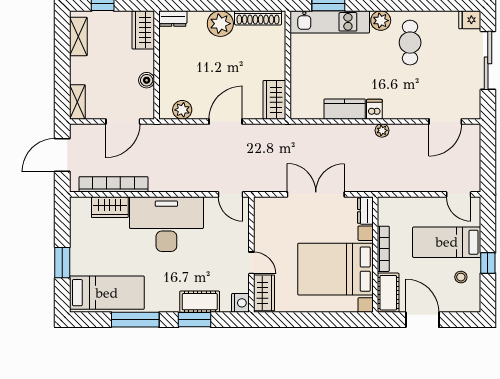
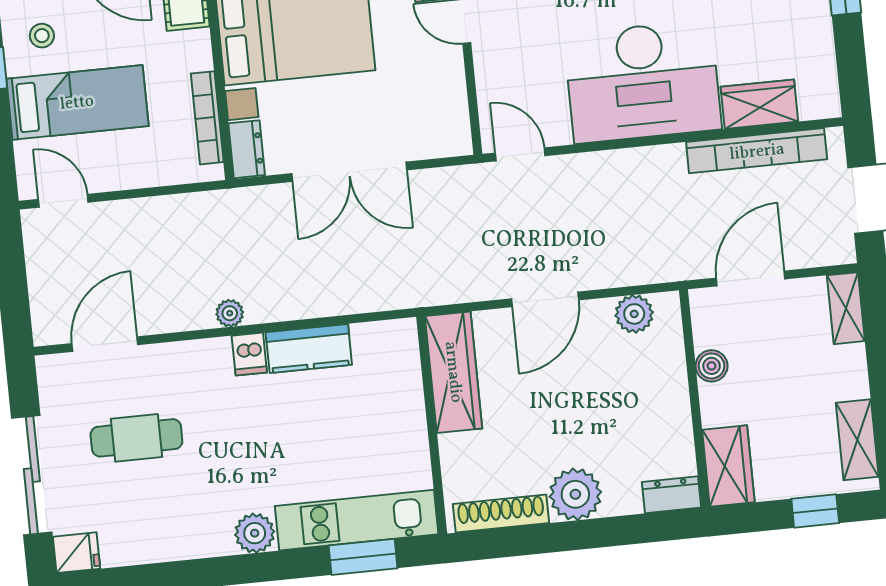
cafe table: (410, 43) -> (136, 438), moved, turned 90
wardrobe: (274, 100) -> (454, 372), width x1.50
bookcase: (383, 249) -> (207, 118), moved

